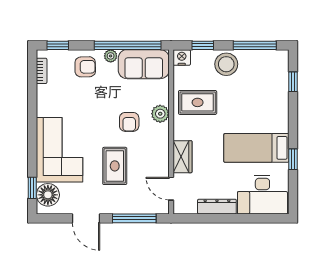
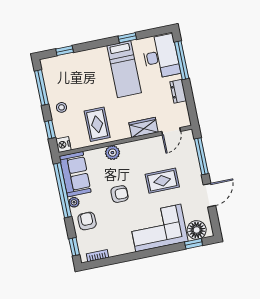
stool: (226, 64) -> (61, 107), width x0.53, depth x0.53
armchair: (129, 122) -> (120, 194), moved
dresser: (217, 207) -> (178, 91), width x0.70
window: (253, 218) -> (182, 60), added

